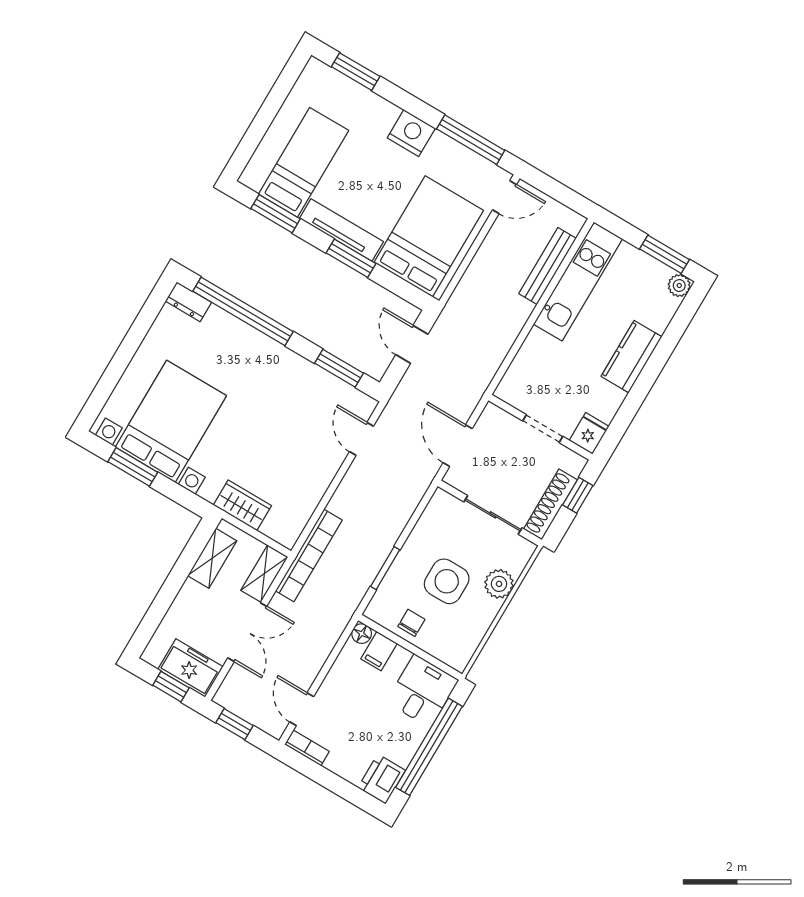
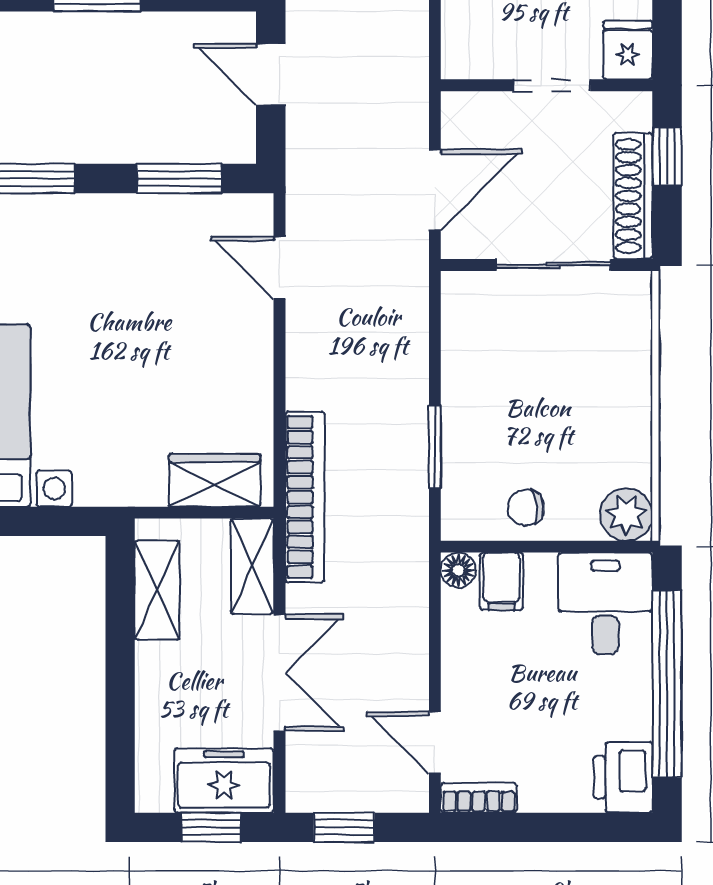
door: (458, 446) -> (435, 190), swing flipped
wardrobe: (242, 505) -> (215, 480), moved
side table: (447, 581) -> (542, 411), removed
plant: (499, 584) -> (626, 515), moved
chair: (411, 623) -> (526, 508), turned -95

